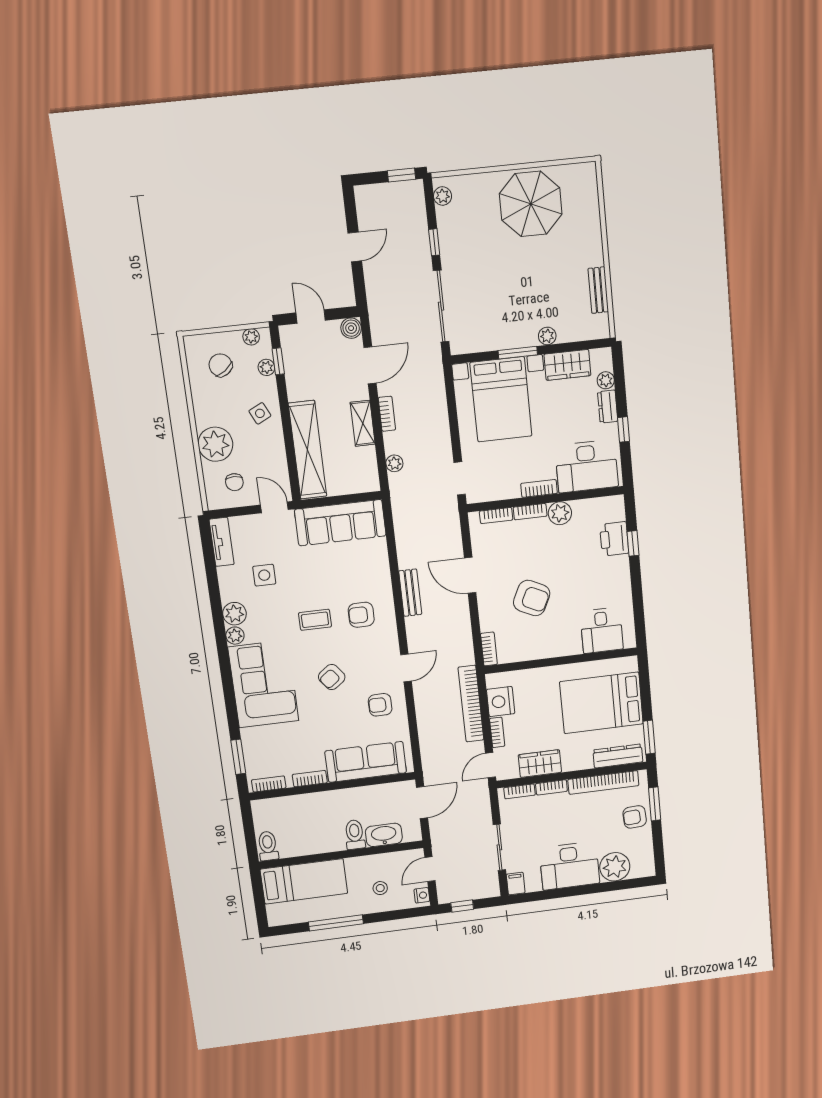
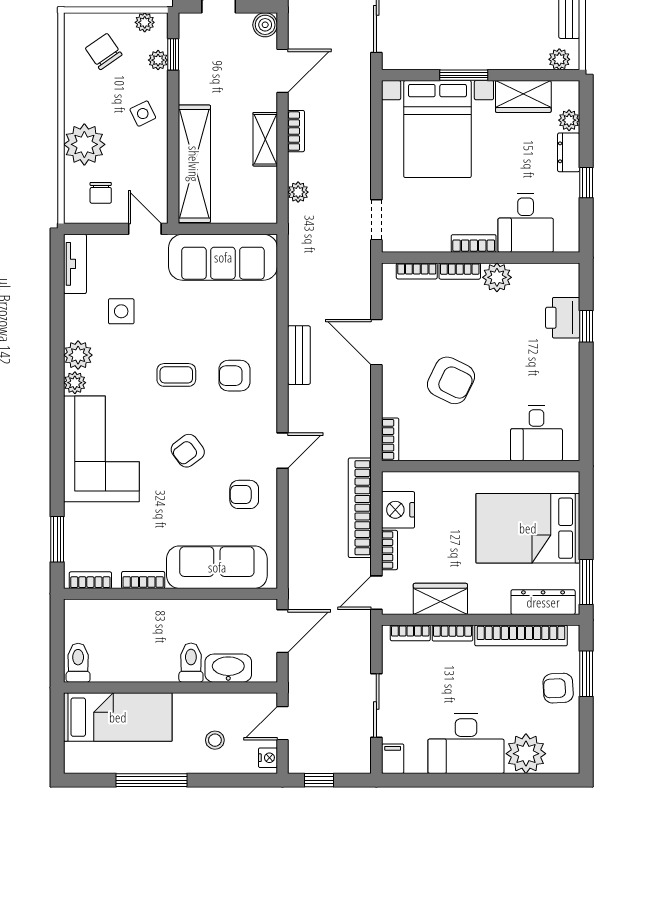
plant: (547, 336) -> (559, 59), moved
desk: (587, 466) -> (526, 223), width x0.73

